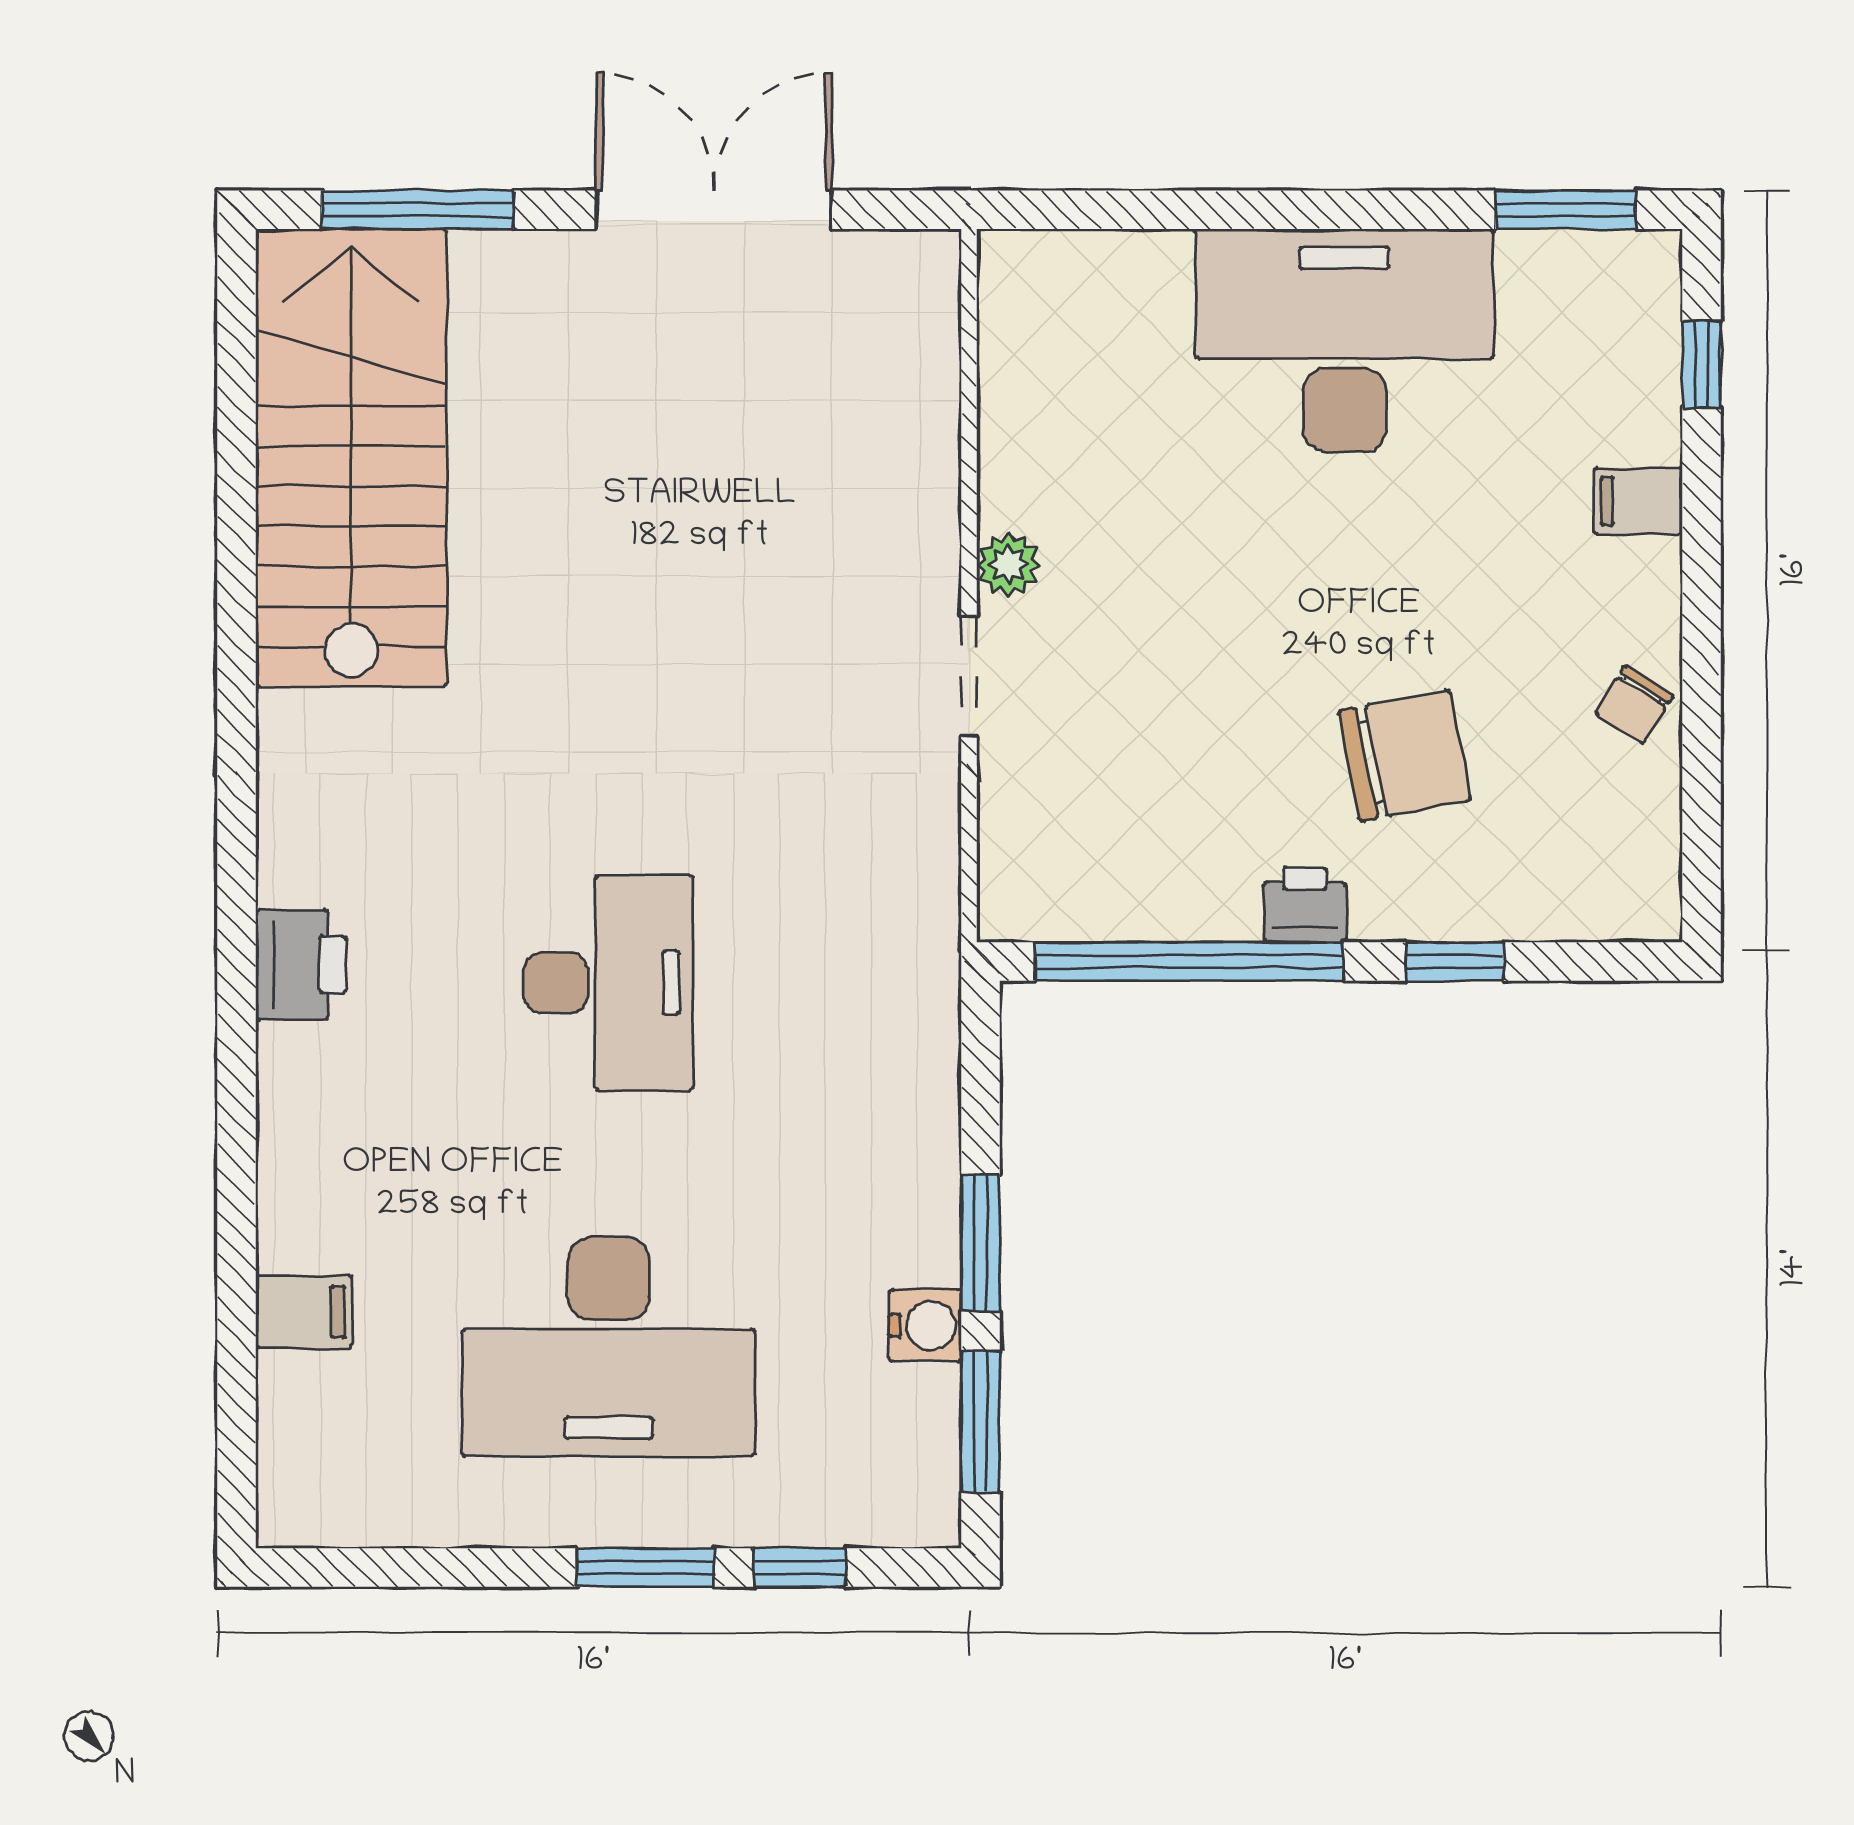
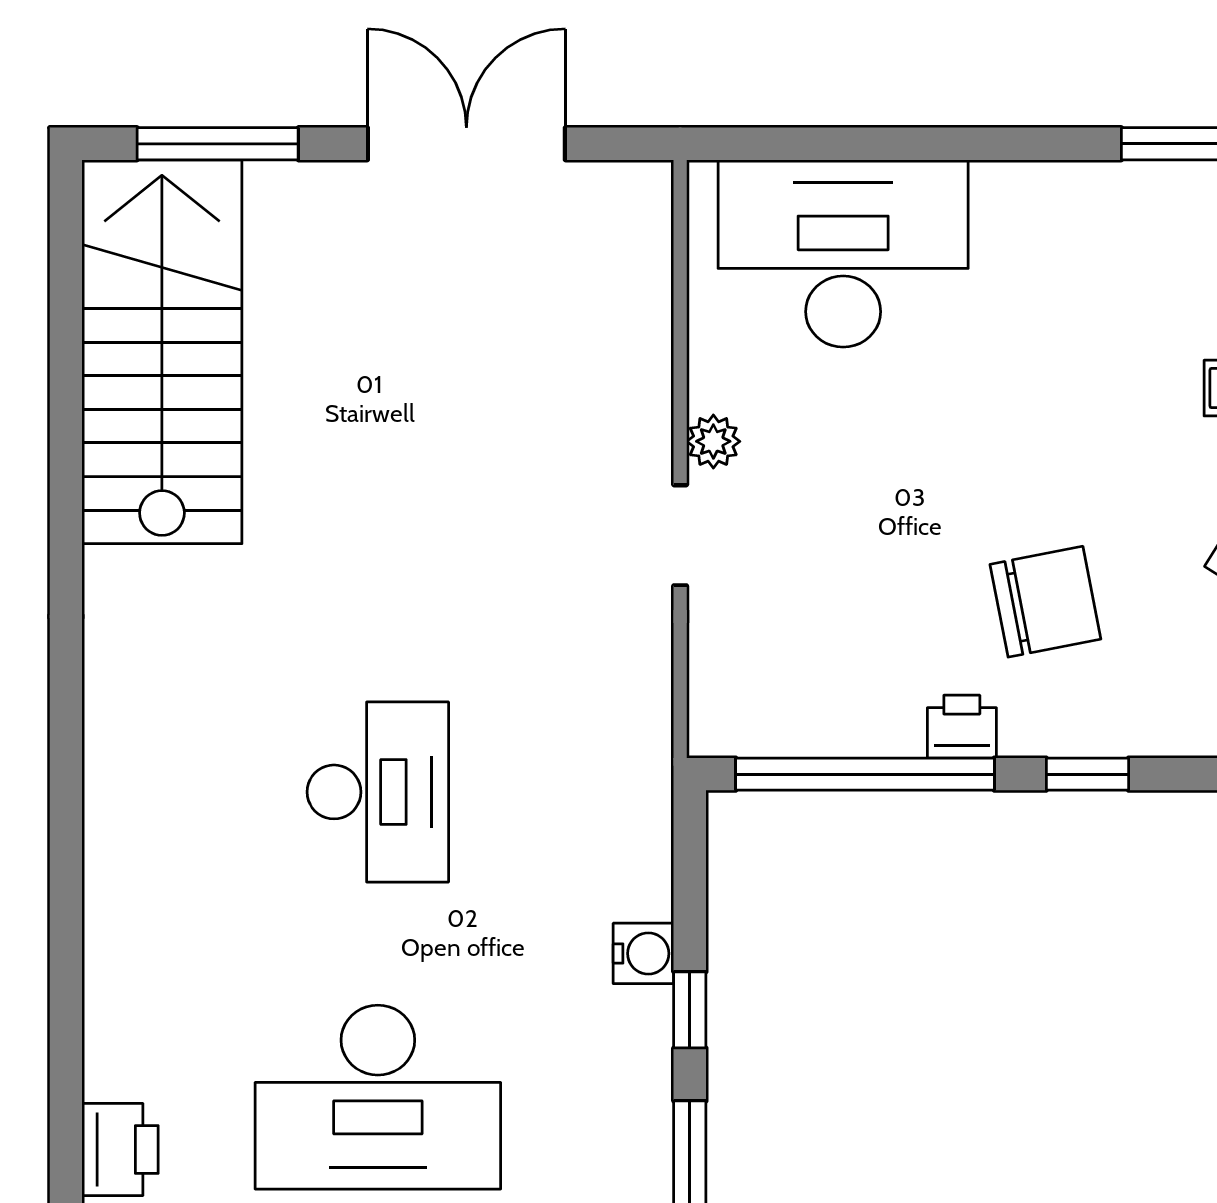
desk: (1344, 341) -> (843, 254), moved
printer: (301, 965) -> (120, 1150), moved
window: (981, 1243) -> (690, 1010), width x0.67
filing cabinet: (304, 1312) -> (123, 1068), removed
water cooler: (925, 1326) -> (643, 953), moved

